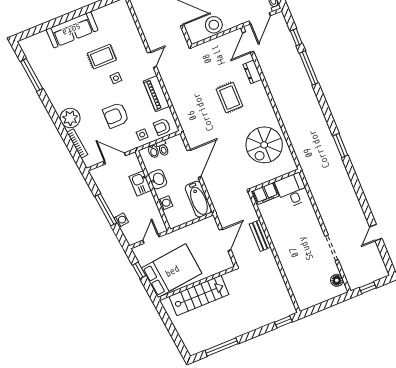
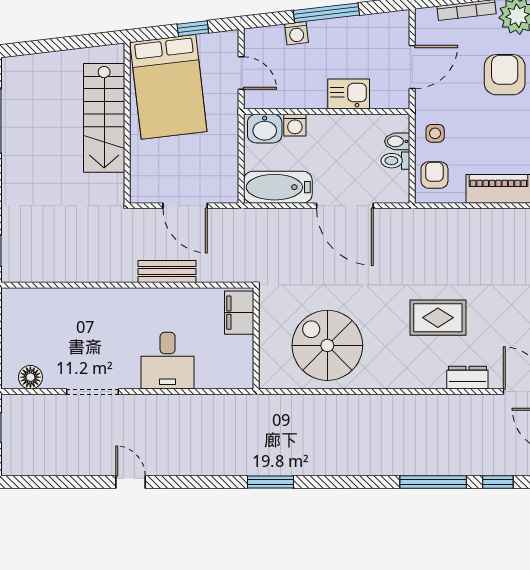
armchair: (116, 115) -> (505, 75), moved
washbasin: (158, 179) -> (265, 129), moved
desk: (292, 190) -> (168, 361), moved, turned 90
door: (376, 233) -> (130, 482), moved

